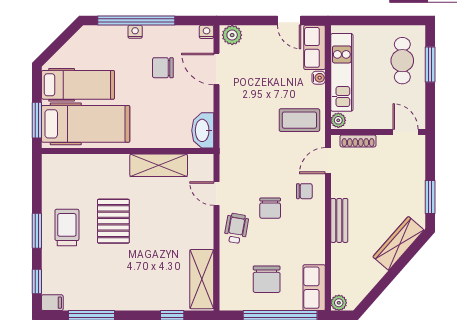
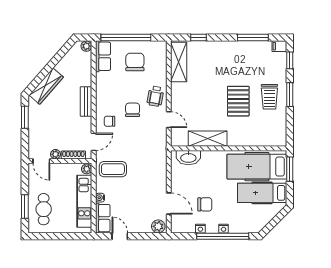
nightstand: (207, 32) -> (200, 229), moved
washbasin: (203, 130) -> (188, 158), moved, turned 90
plant: (385, 142) -> (56, 154), added

